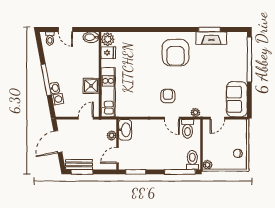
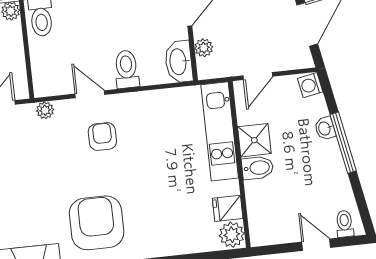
bidet: (91, 37) -> (258, 168), moved
armchair: (168, 96) -> (102, 137), turned 180
washing machine: (58, 99) -> (310, 85), moved
toilet: (188, 129) -> (127, 69), moved

